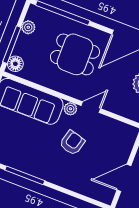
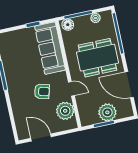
dining table: (75, 54) -> (97, 58), width x1.37
plant: (70, 109) -> (65, 111), moved, width x1.88, depth x1.88

